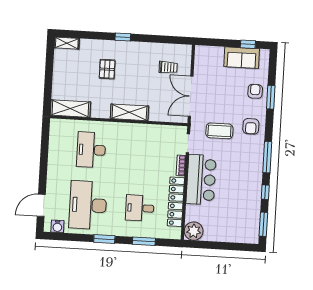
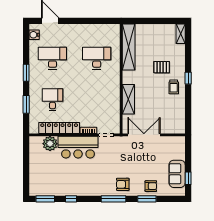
trolley: (168, 67) -> (174, 87), moved
shelving: (70, 109) -> (129, 47), width x1.47
shelving: (129, 112) -> (128, 99), moved
coffee table: (219, 131) -> (118, 160), removed
window: (267, 157) -> (114, 199), moved
desk: (88, 205) -> (52, 58), width x0.73, depth x0.77
plant: (194, 231) -> (50, 144), moved

